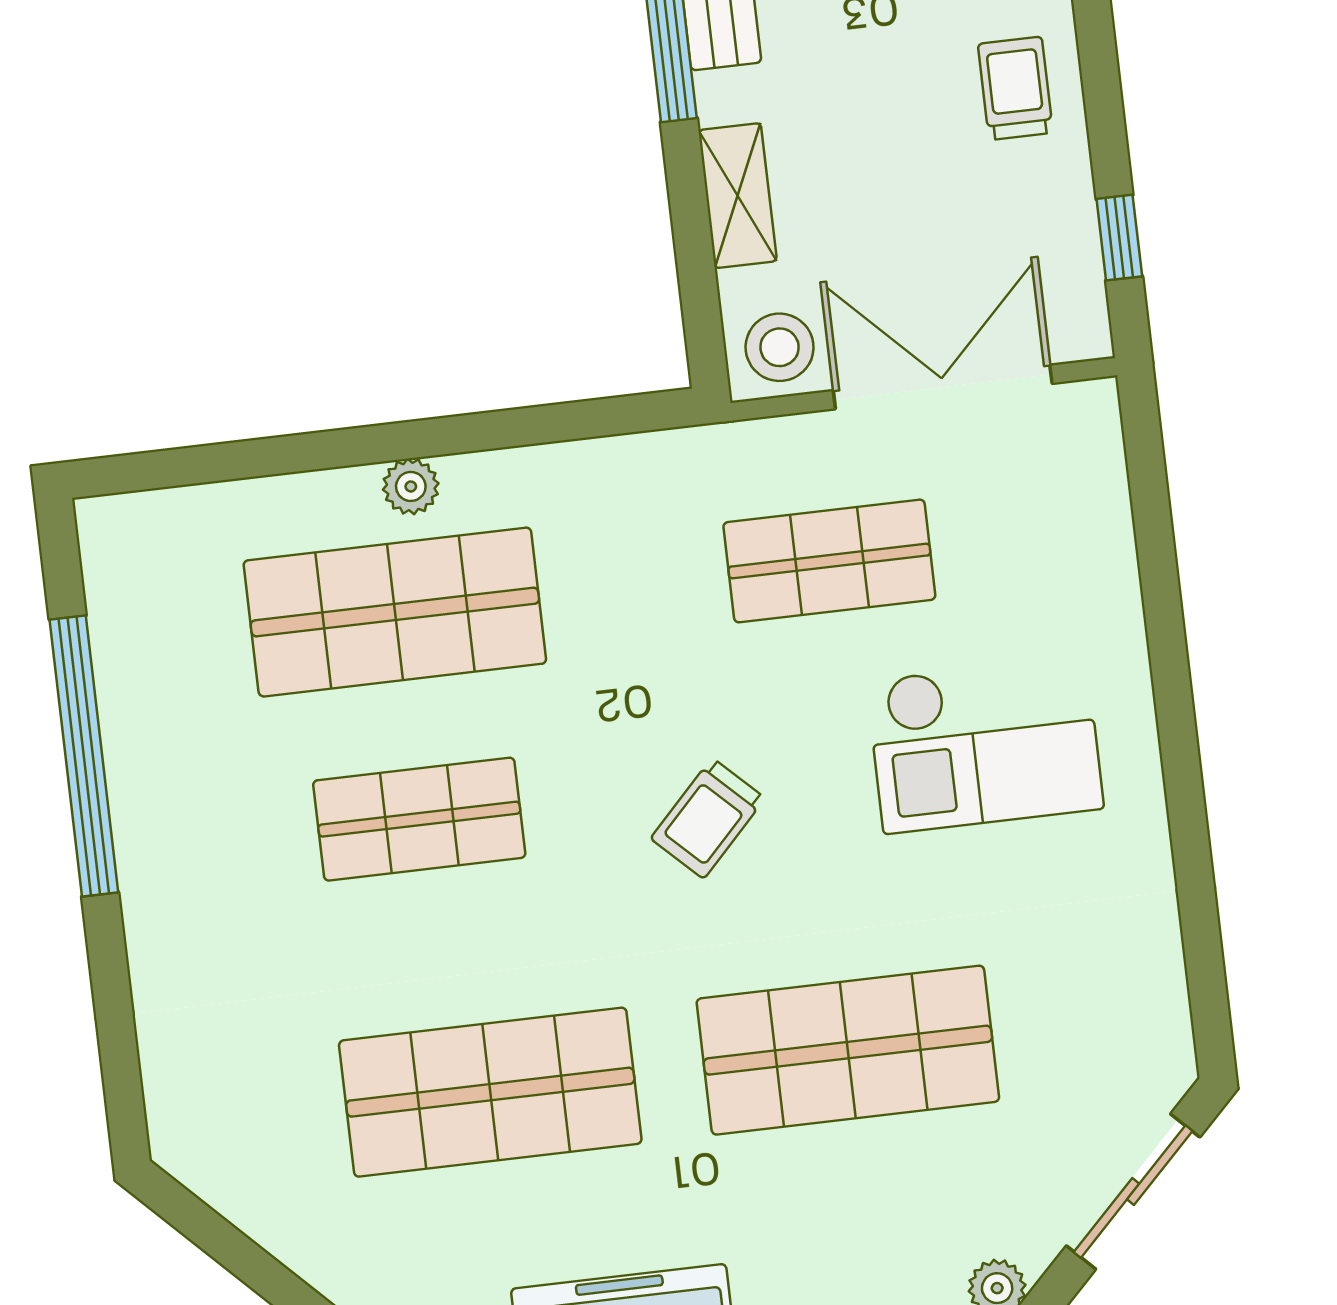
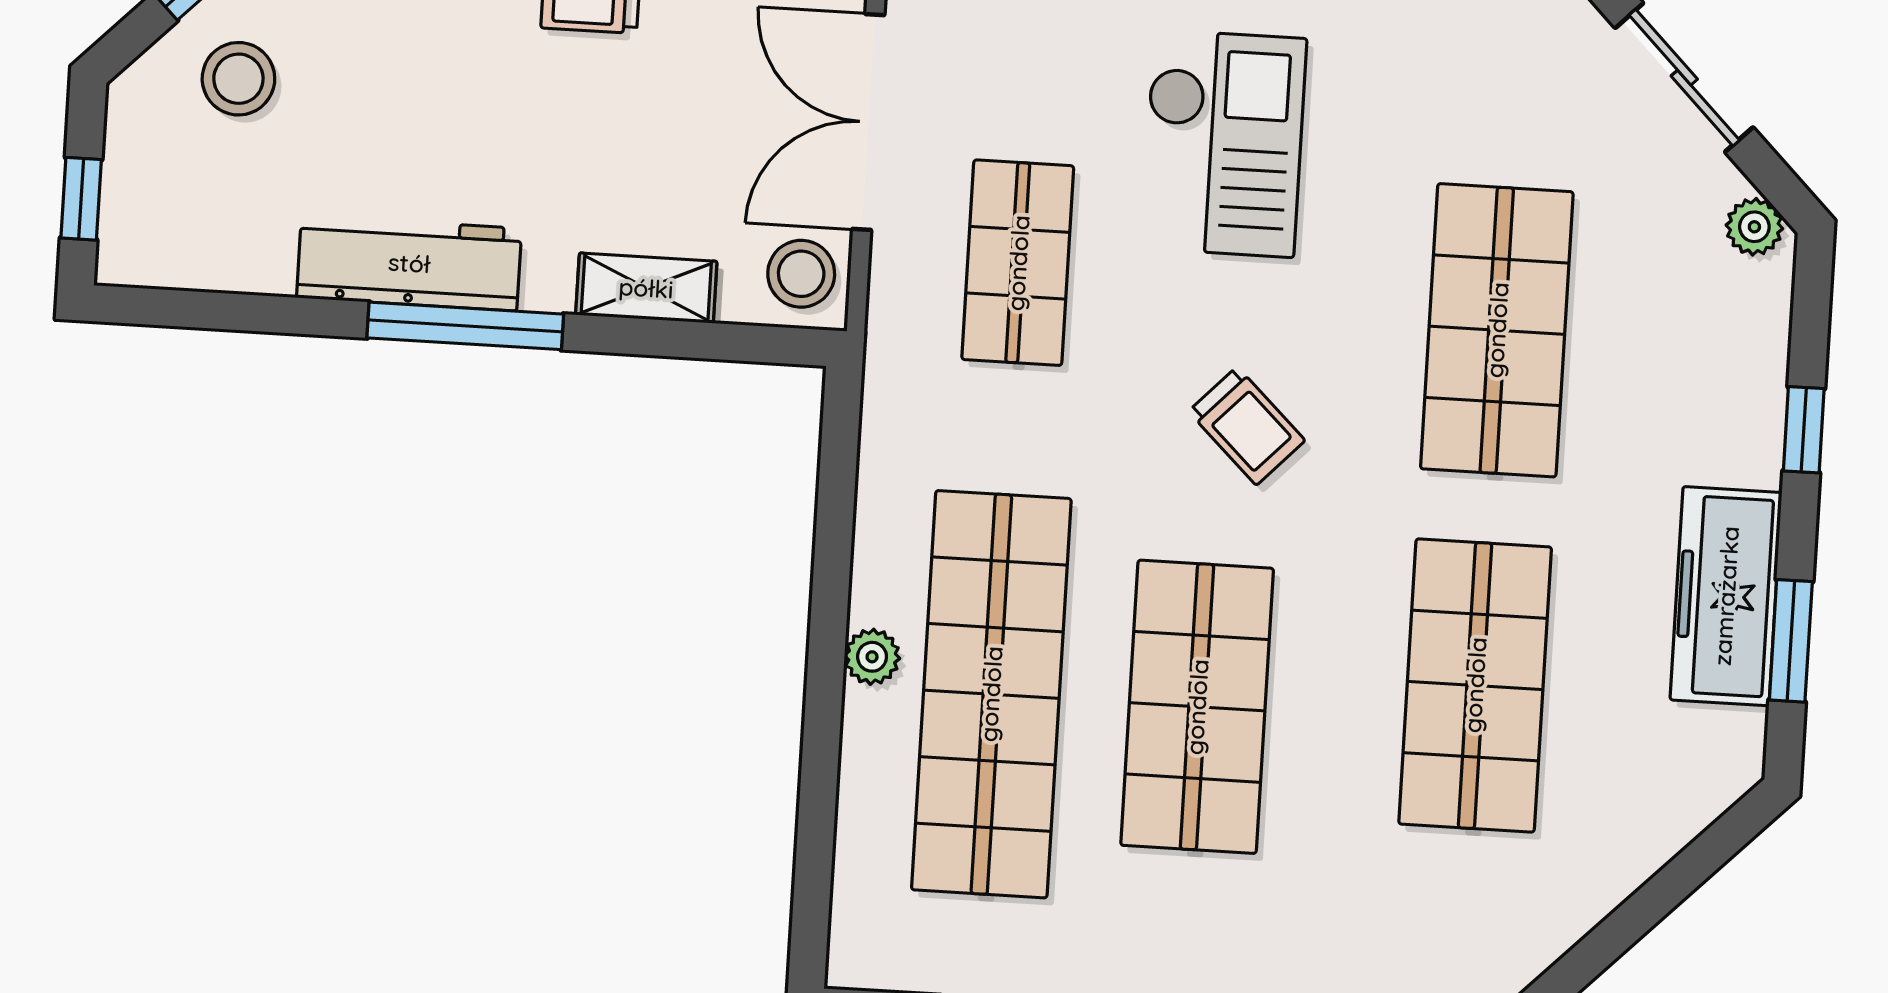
shop shelf: (395, 612) -> (991, 694), width x1.40
shop shelf: (419, 819) -> (1197, 707), width x1.43, depth x1.36

